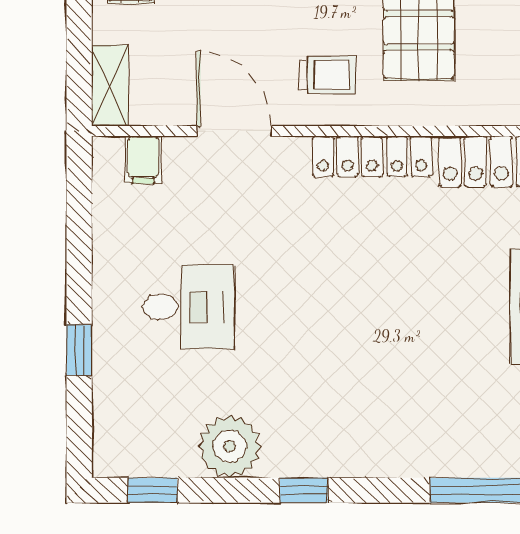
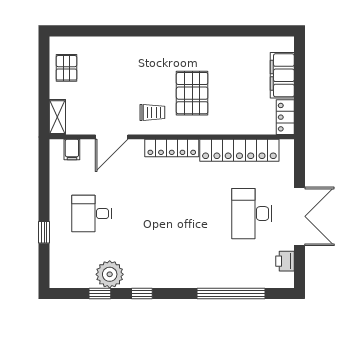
door: (234, 131) -> (112, 137), swing flipped
desk: (189, 307) -> (92, 214), turned 180
window: (153, 490) -> (100, 293), moved

